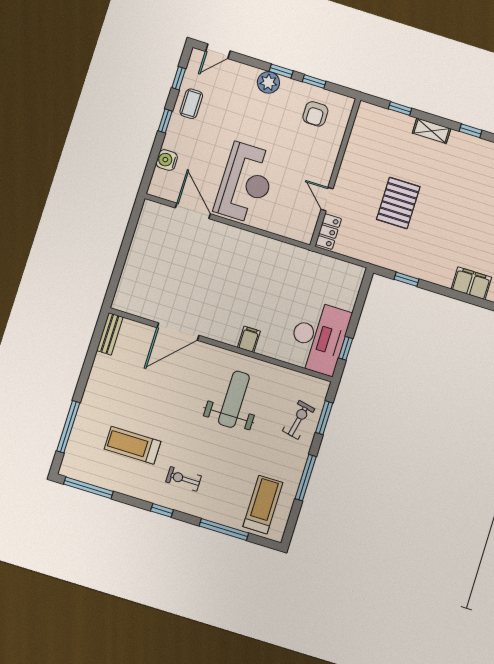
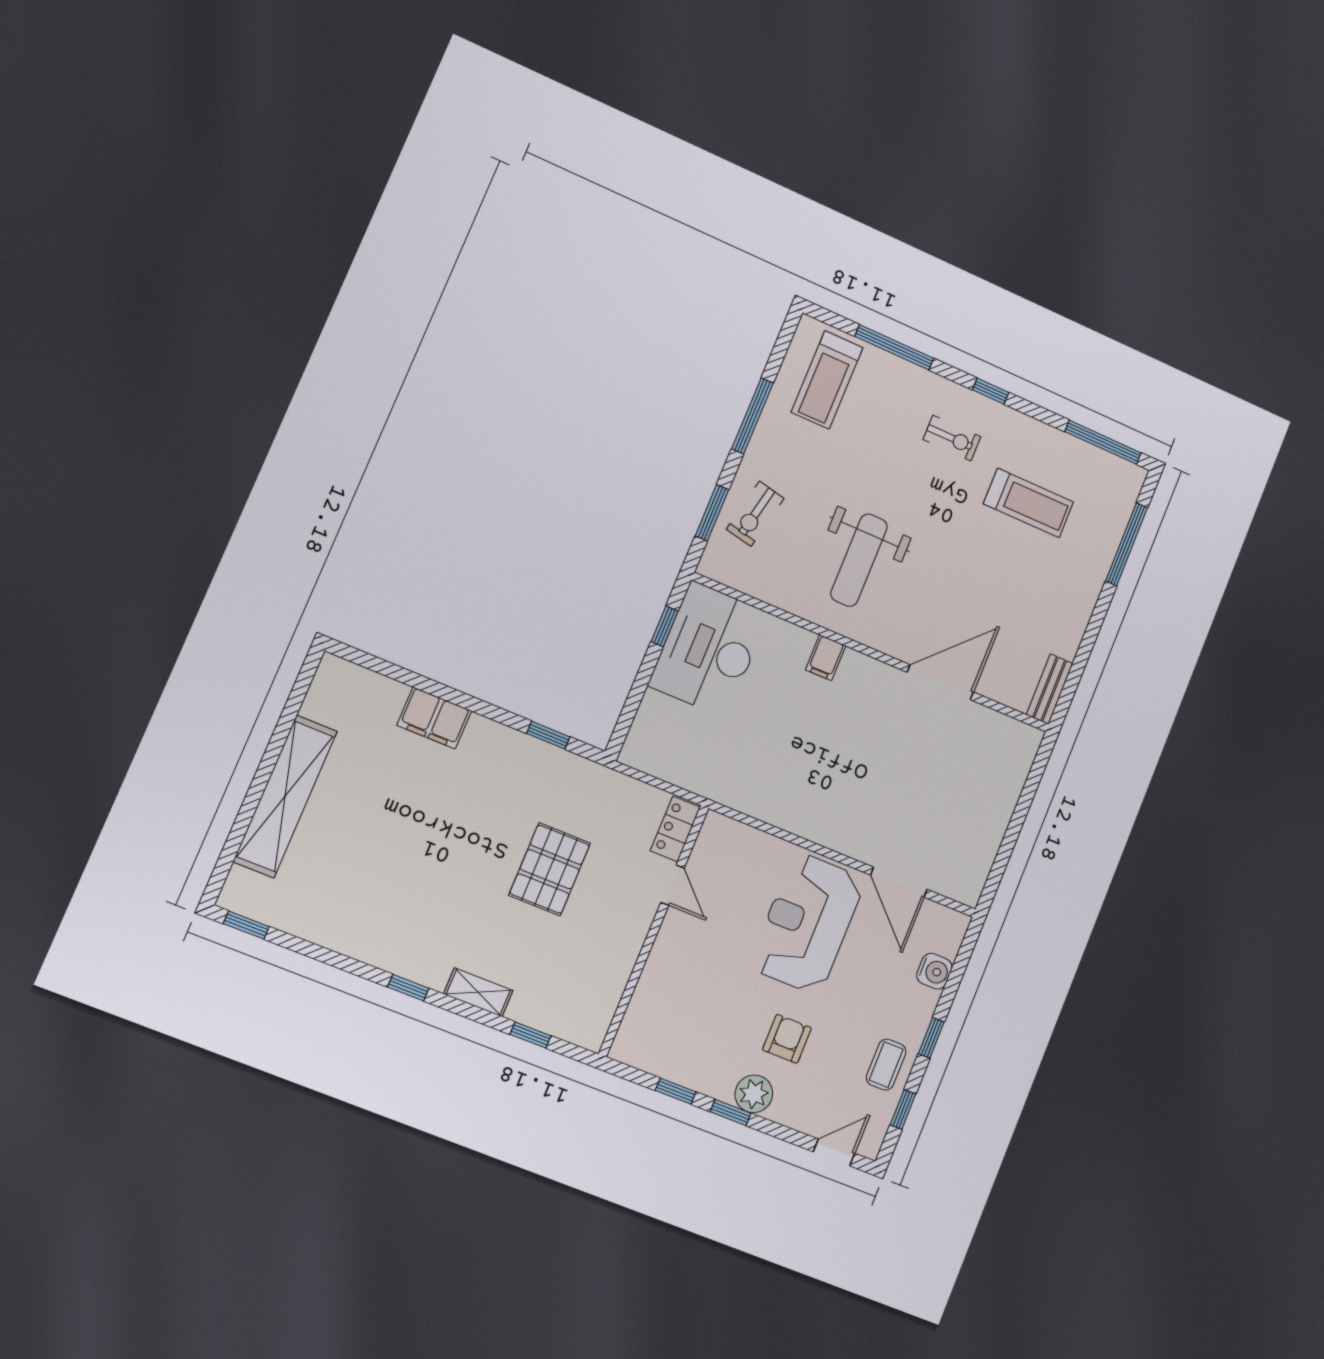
armchair: (315, 114) -> (787, 1039), moved

